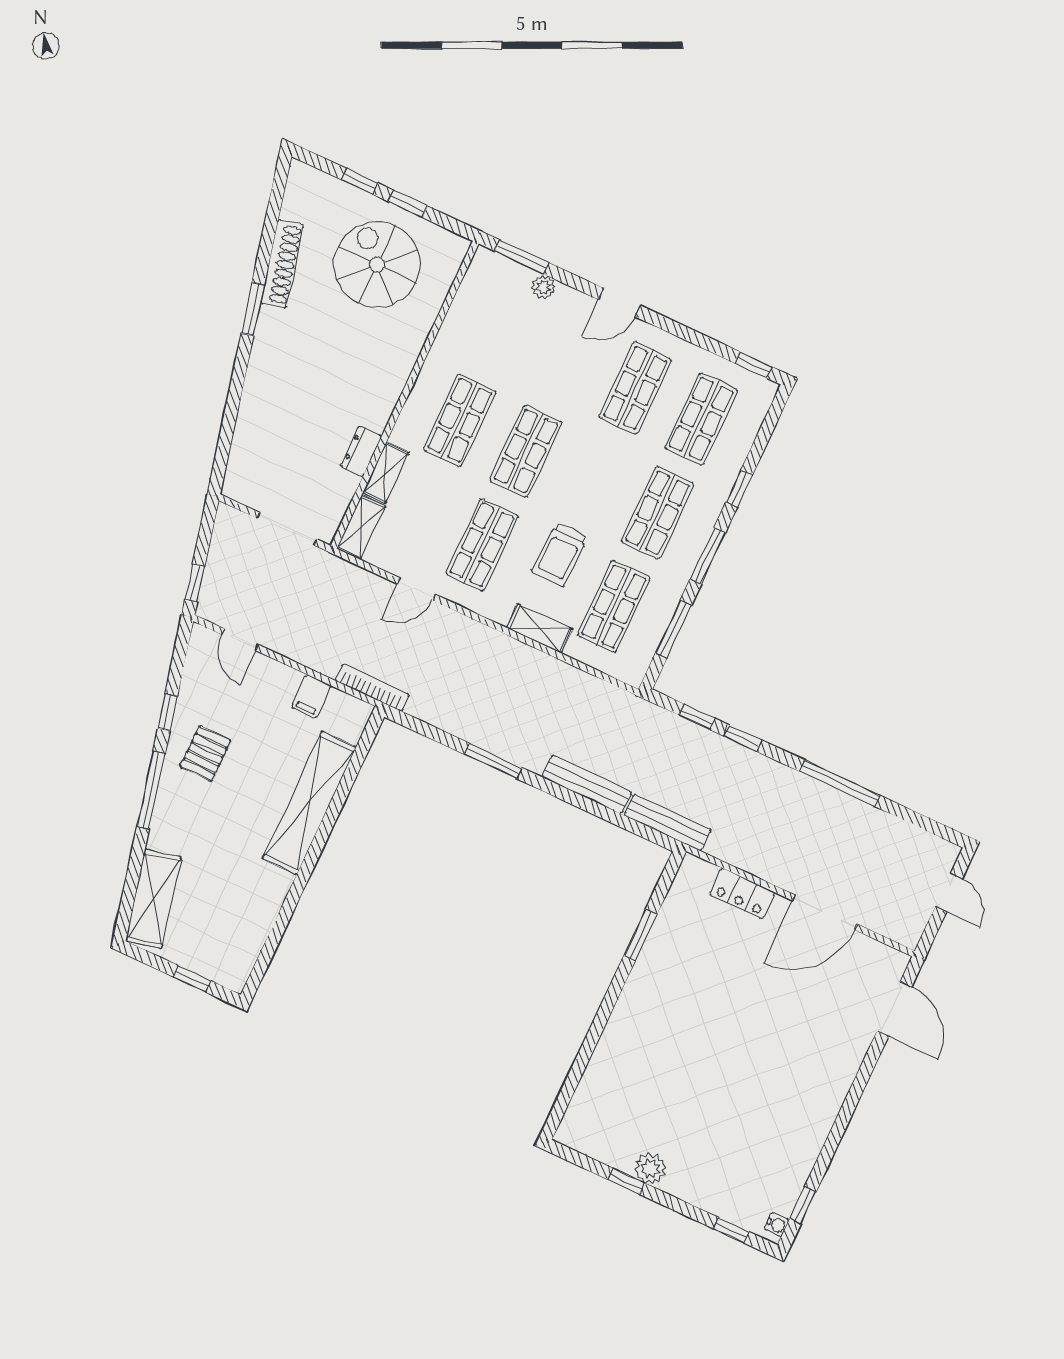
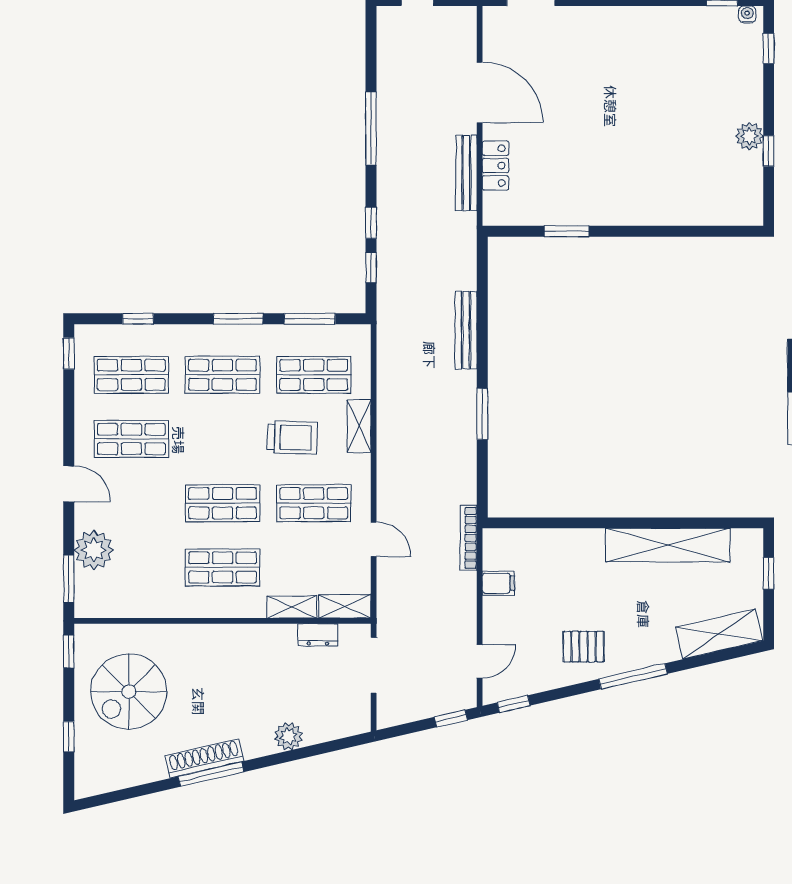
window: (408, 204) -> (69, 652), moved
shoe rack: (282, 264) -> (204, 758), moved
plant: (544, 287) -> (94, 550), width x1.88, depth x1.88
window: (253, 309) -> (211, 774), width x1.44
plant: (255, 407) -> (289, 736), added
dresser: (361, 451) -> (318, 635), moved
window: (739, 488) -> (138, 319), moved
window: (168, 712) -> (514, 704), moved
shelving: (309, 803) -> (668, 545), moved
bench: (668, 823) -> (466, 173), moved

